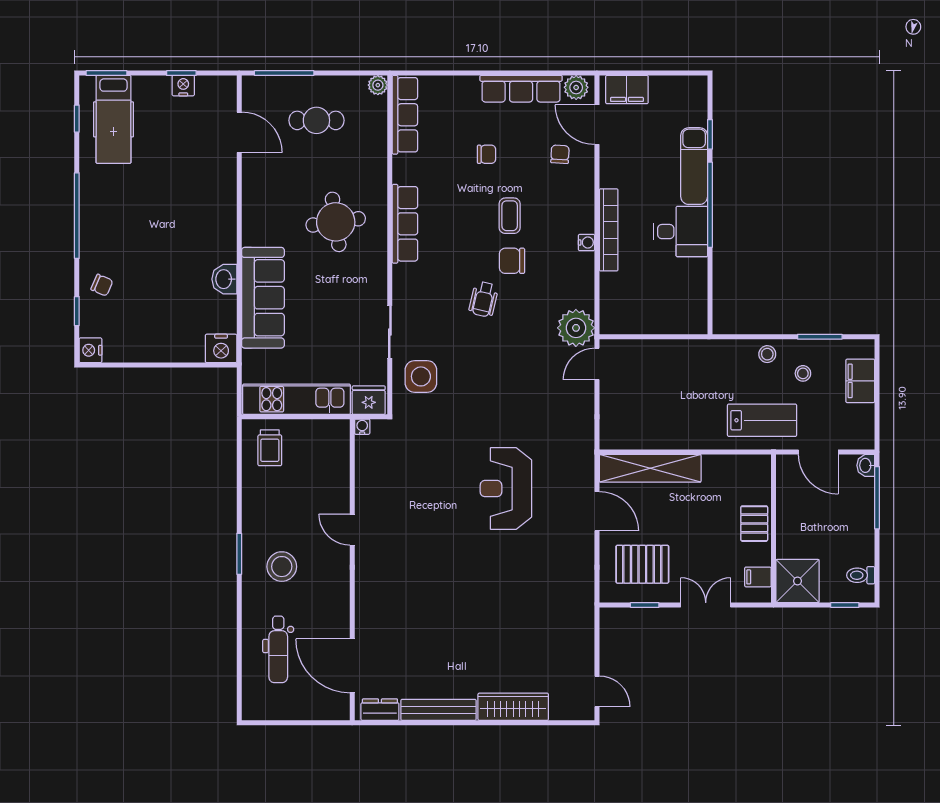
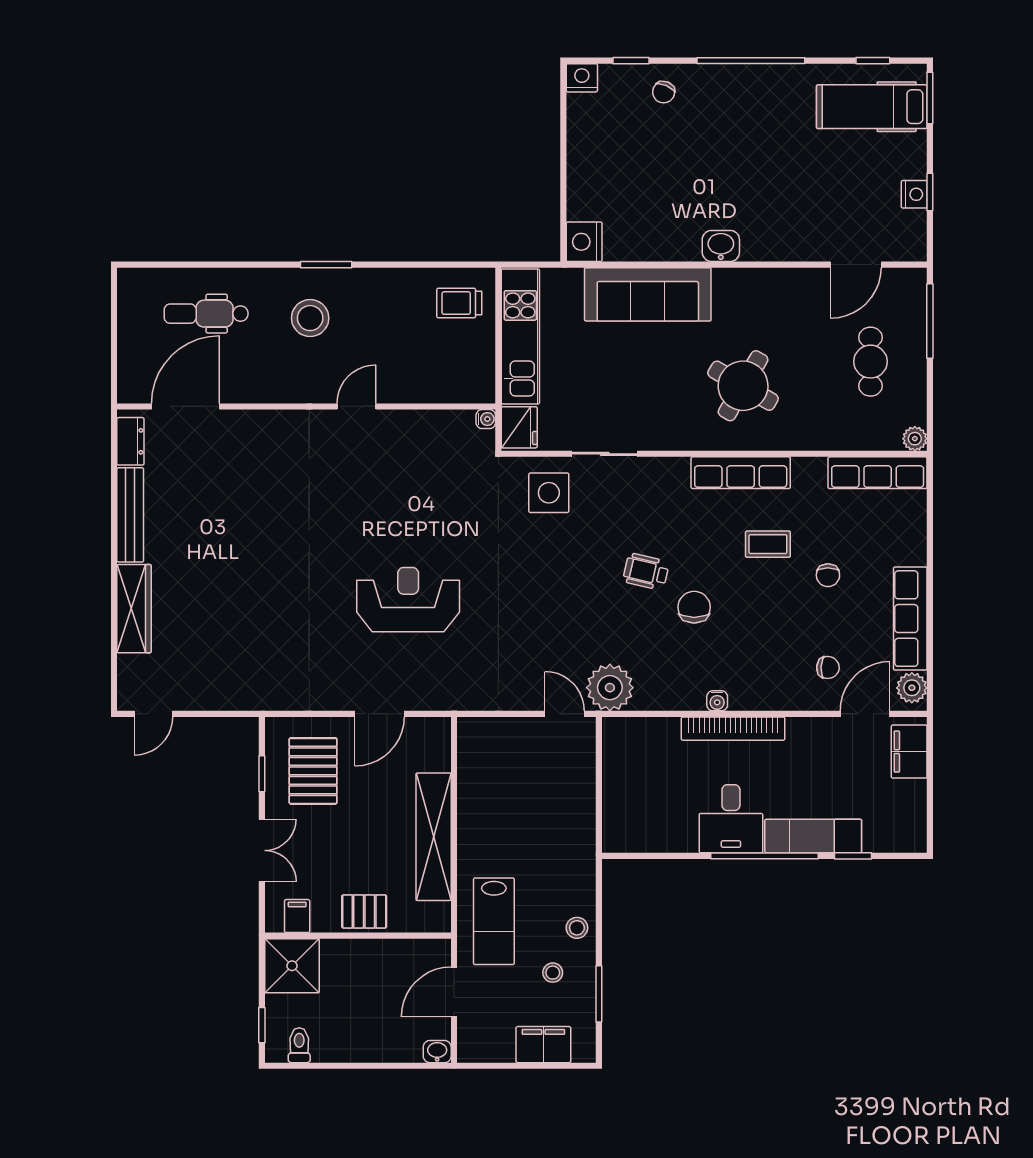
coffee table: (510, 216) -> (768, 544), moved
round table: (336, 222) -> (743, 386), turned 38
washbasin: (224, 279) -> (721, 246), moved
shelving: (650, 468) -> (434, 837), moved
window: (877, 498) -> (396, 1066), removed

